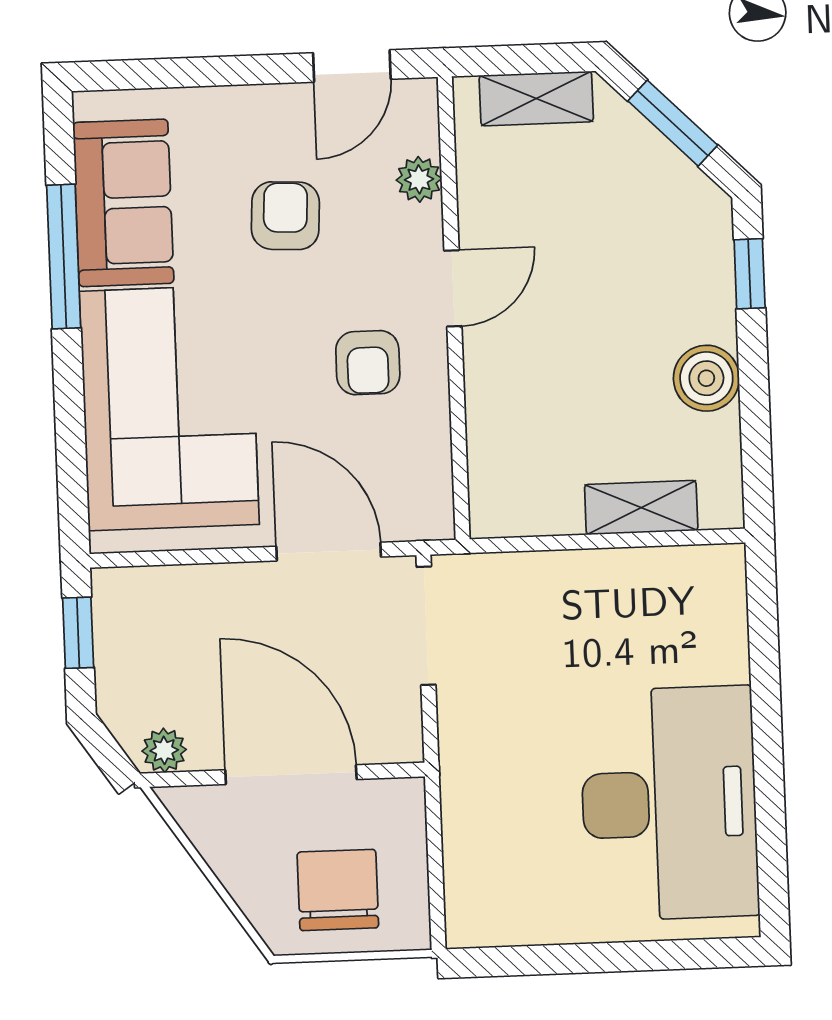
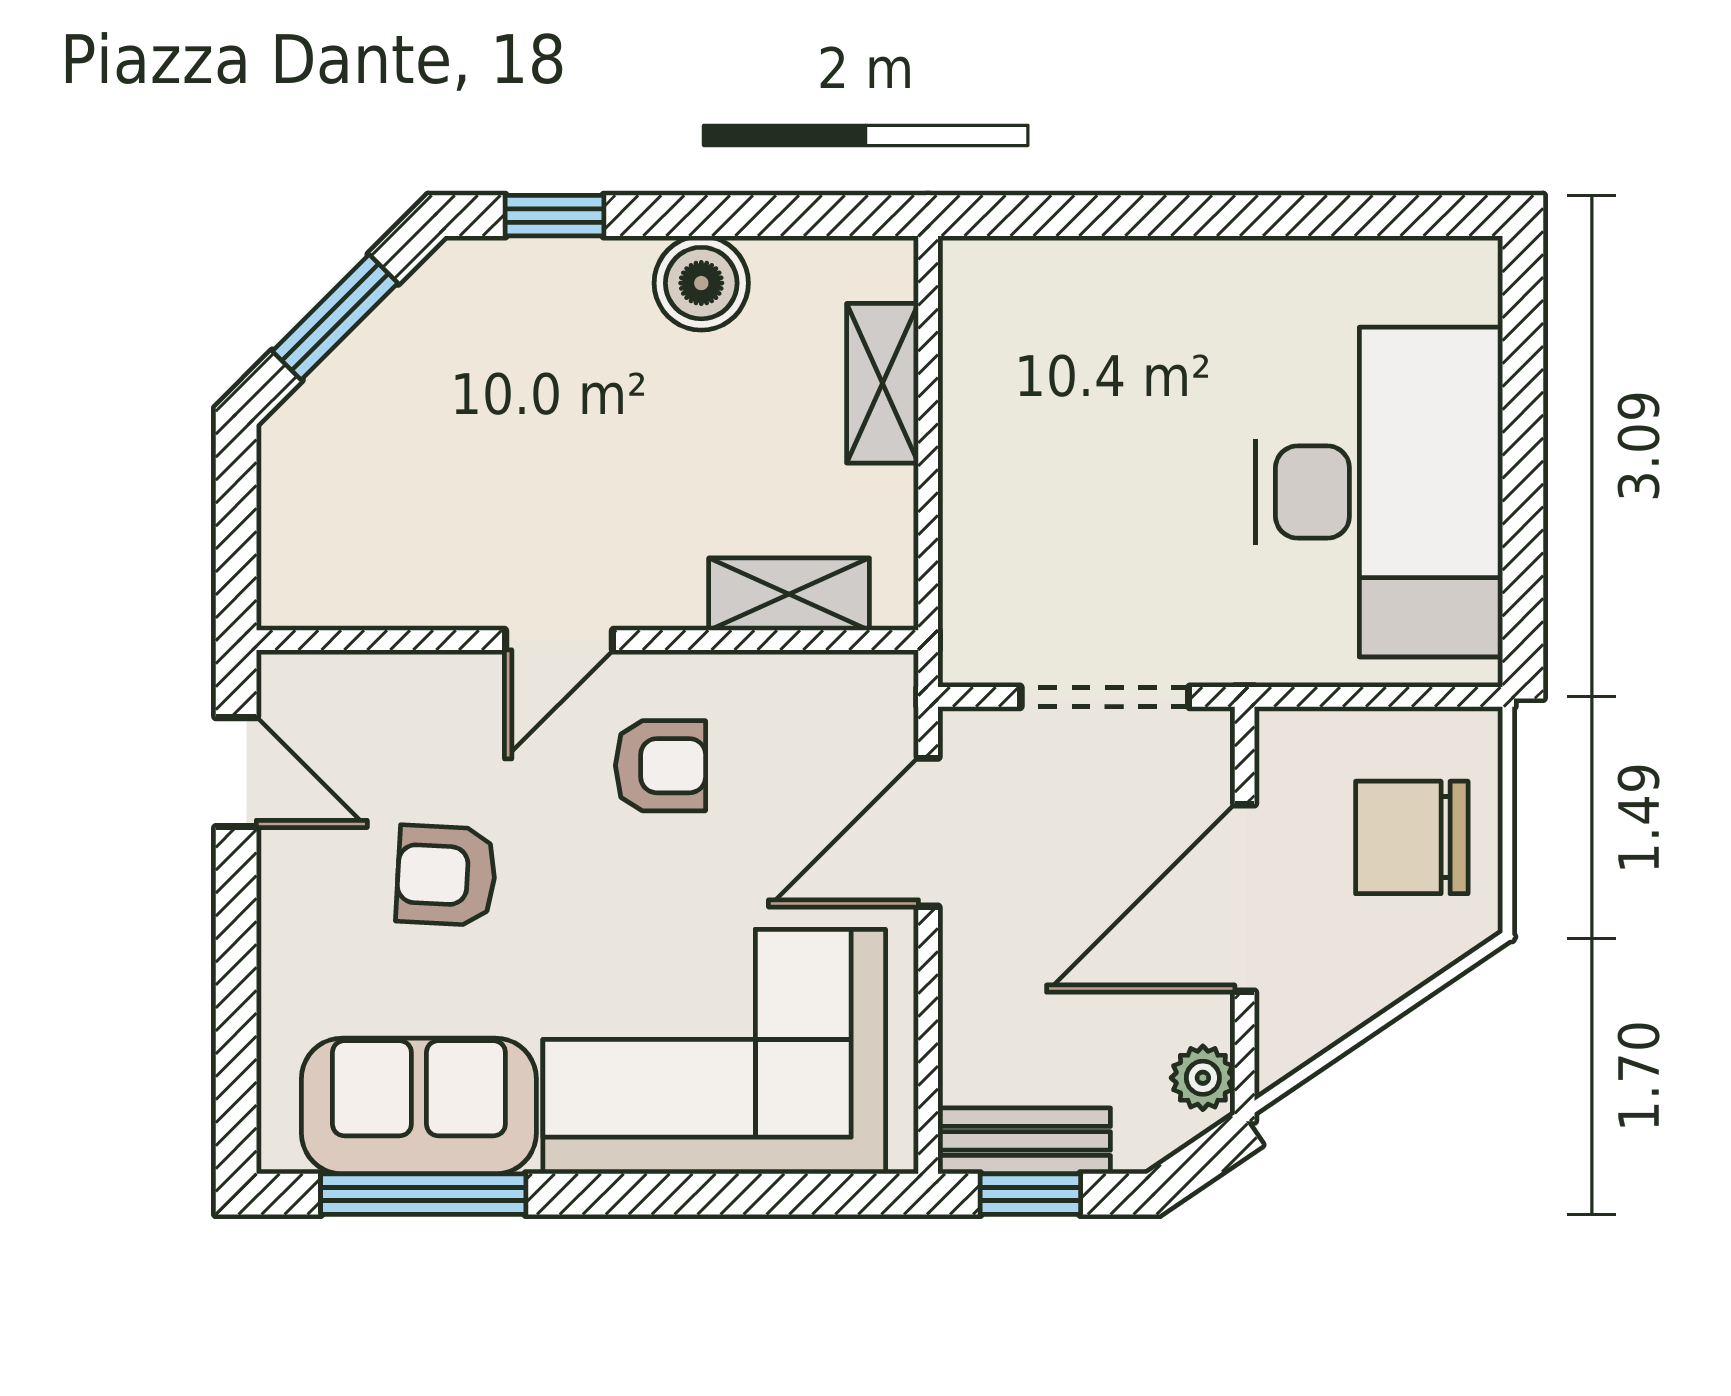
shelving: (536, 98) -> (789, 594), moved, turned 90
plant: (419, 179) -> (402, 683), removed
window: (64, 257) -> (423, 1194), moved
door: (453, 288) -> (559, 640), swing flipped
doorway: (426, 626) -> (1105, 697), moved
bench: (115, 627) -> (1024, 1141), added
desk: (669, 803) -> (1379, 492), moved, turned 90

